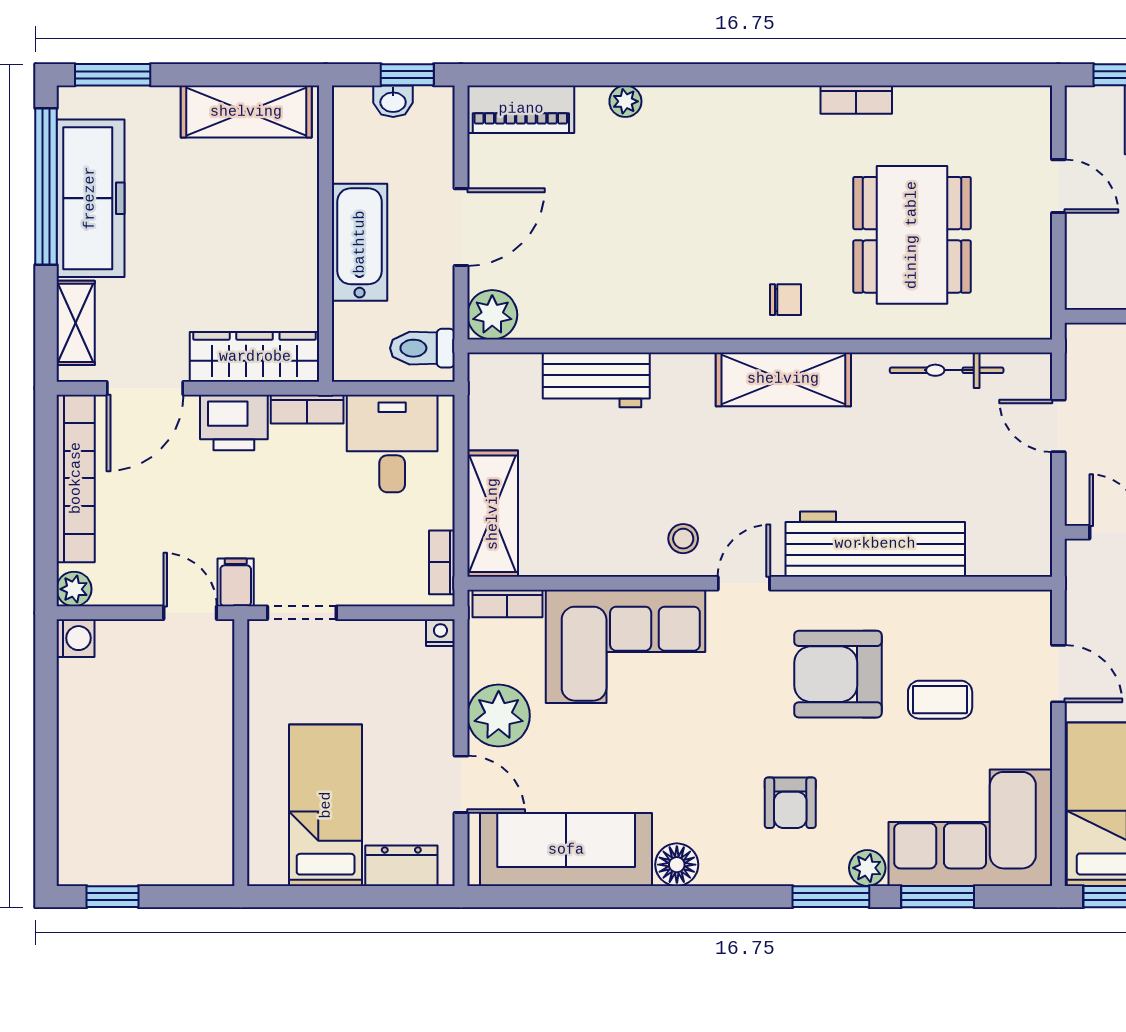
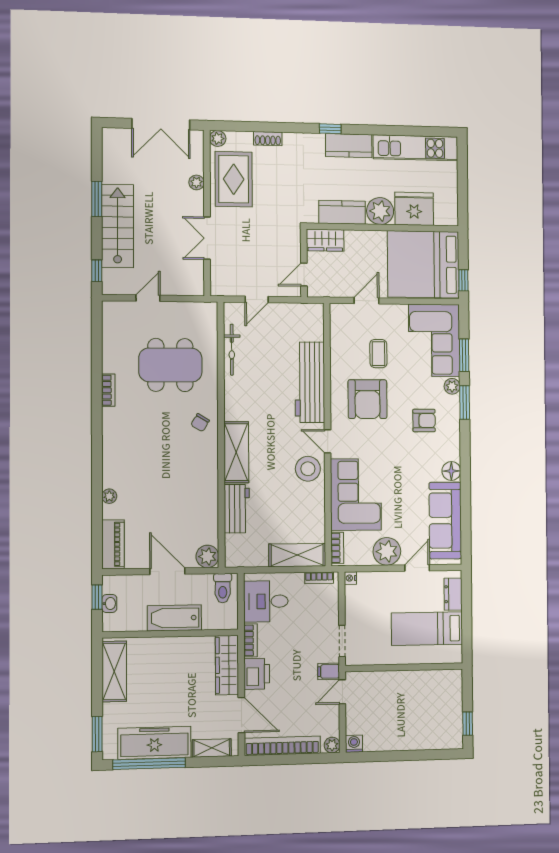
chair: (785, 300) -> (200, 423), turned -149
shelving: (783, 379) -> (236, 452), moved
stool: (683, 539) -> (308, 469), width x1.89, depth x1.89

